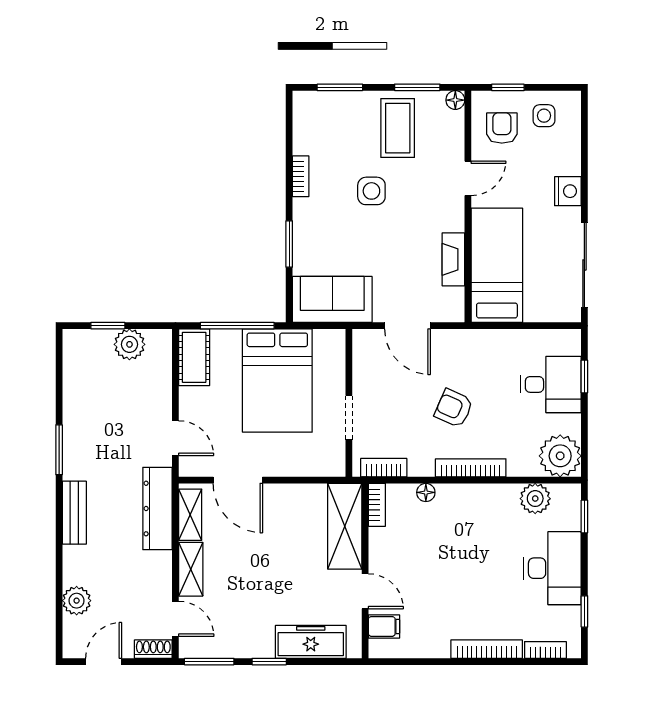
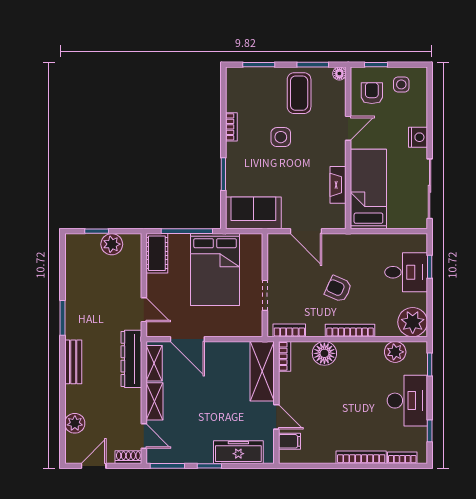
floor lamp: (426, 492) -> (324, 353), width x1.89, depth x1.89

